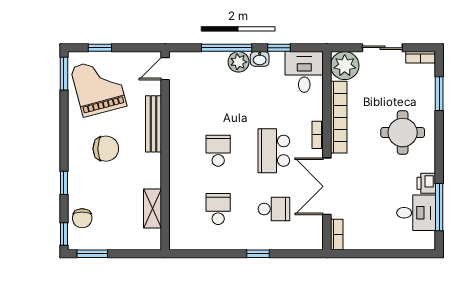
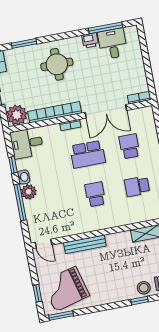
chair: (106, 149) -> (109, 275), removed
school desk: (218, 151) -> (95, 194), turned 90
stool: (80, 192) -> (144, 288), added

